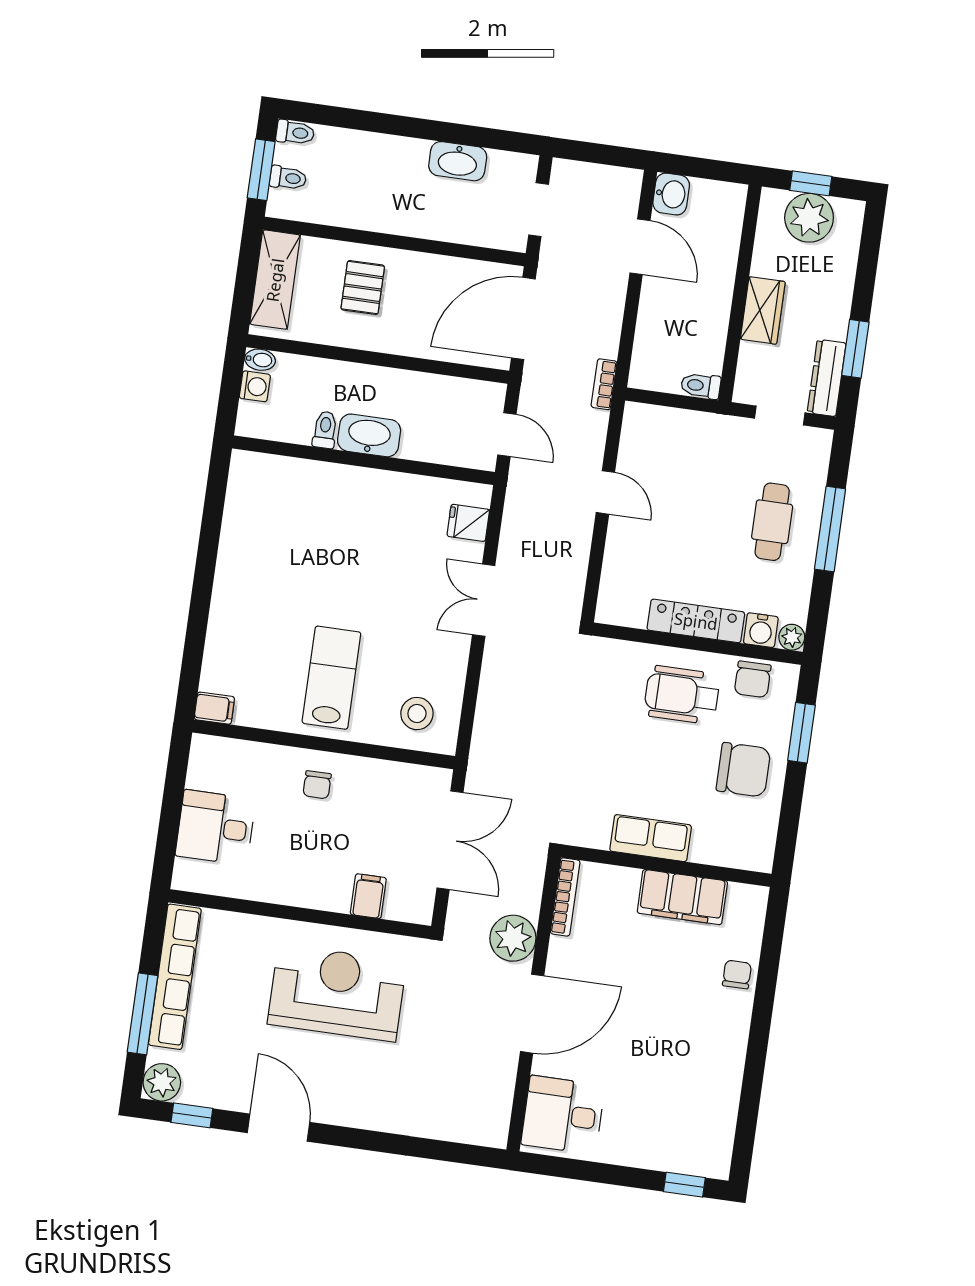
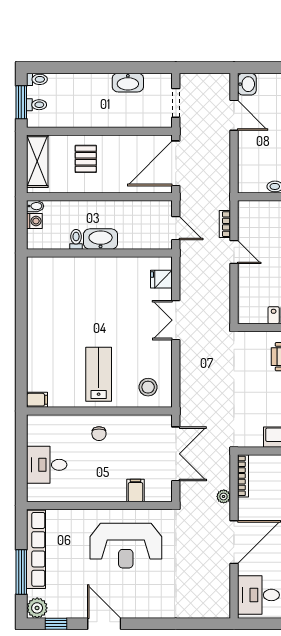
bookcase: (604, 384) -> (225, 224), moved
plant: (513, 938) -> (224, 496), width x0.53, depth x0.53
reception desk: (337, 993) -> (126, 546), turned 180

